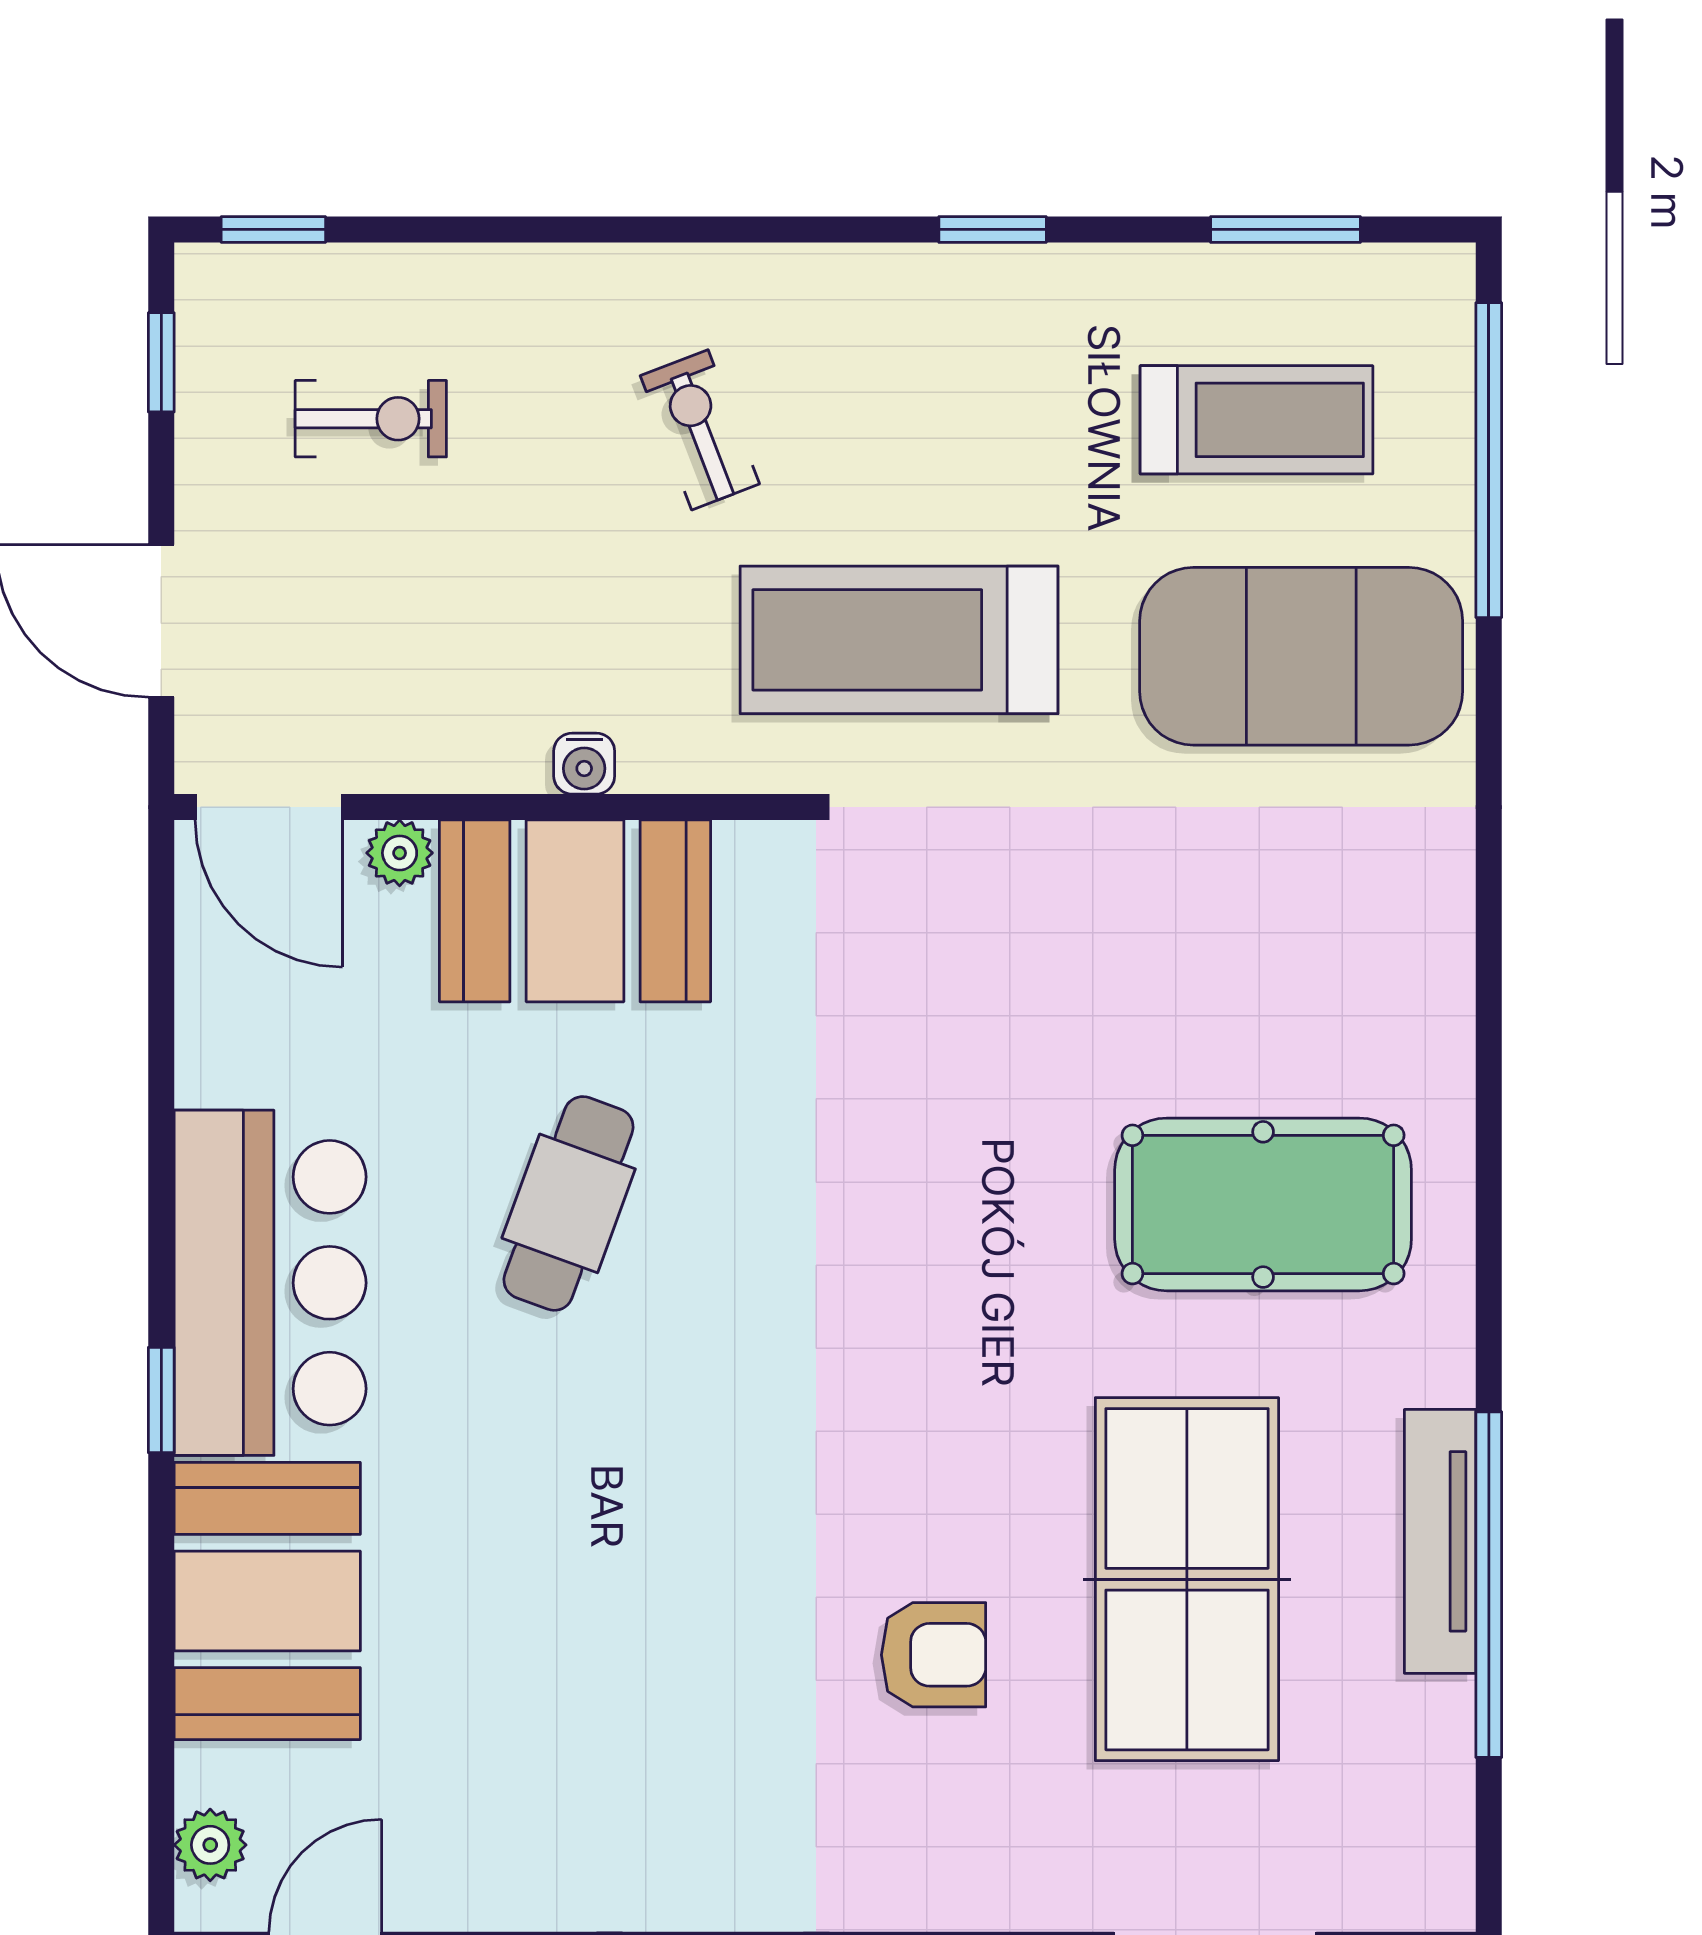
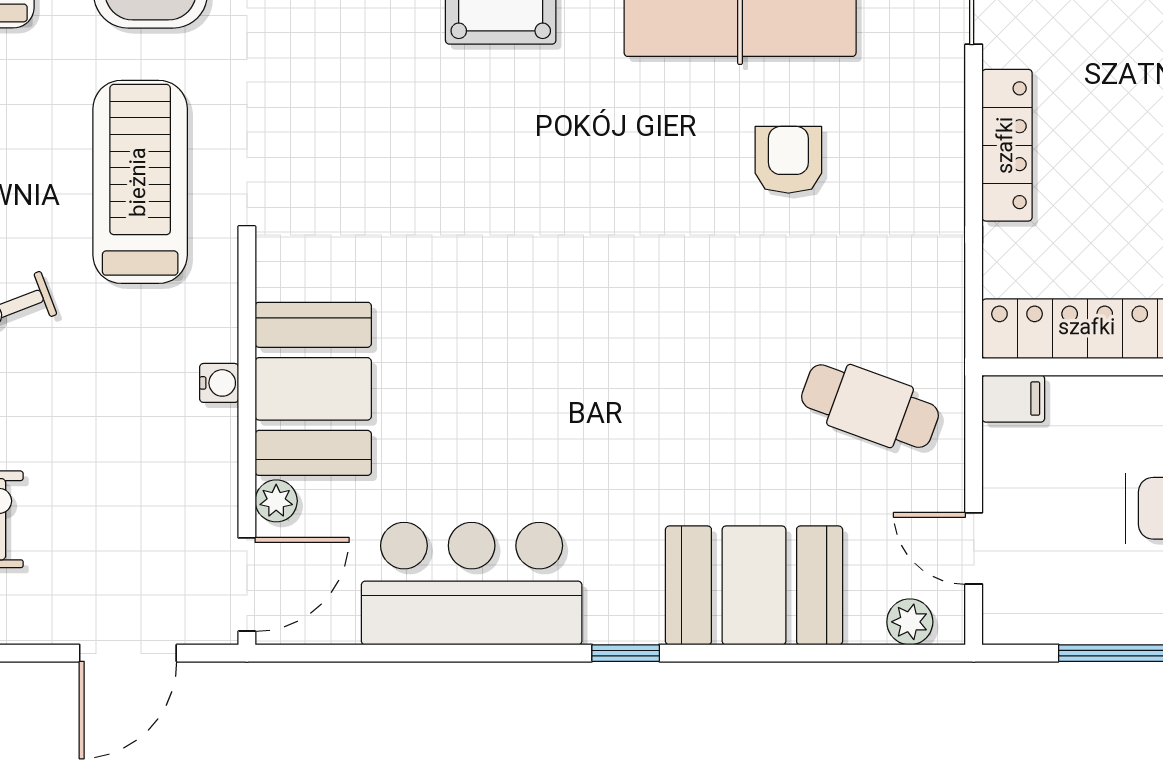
treadmill: (899, 640) -> (140, 182), turned 180
cafe table: (569, 1203) -> (870, 406), moved
bar counter: (270, 1283) -> (472, 584), moved

